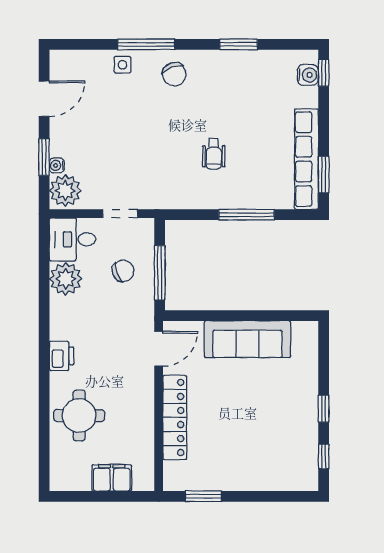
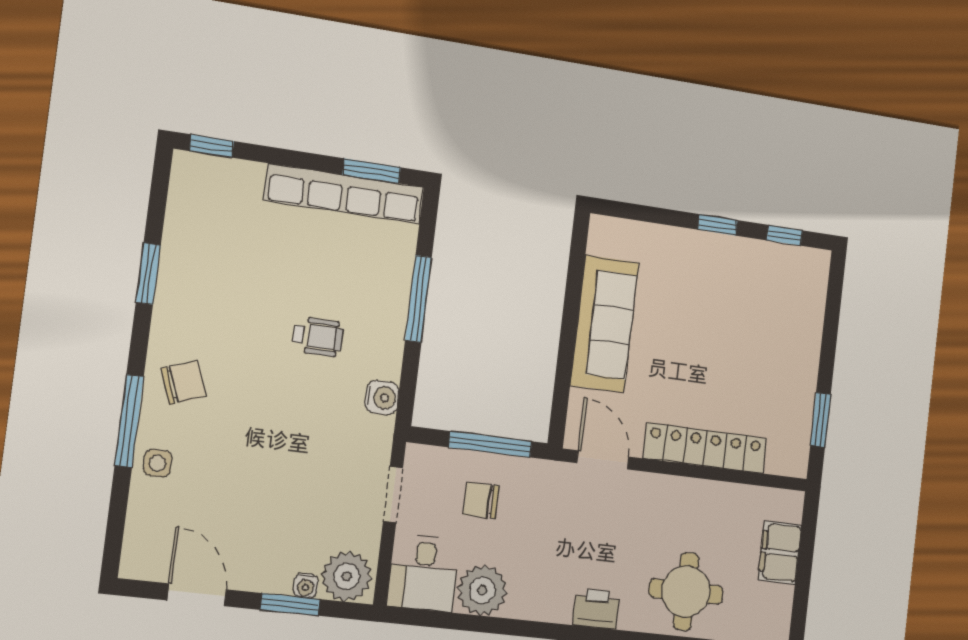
water cooler: (308, 75) -> (382, 398), moved, turned 90
chair: (123, 271) -> (481, 500), turned -70

